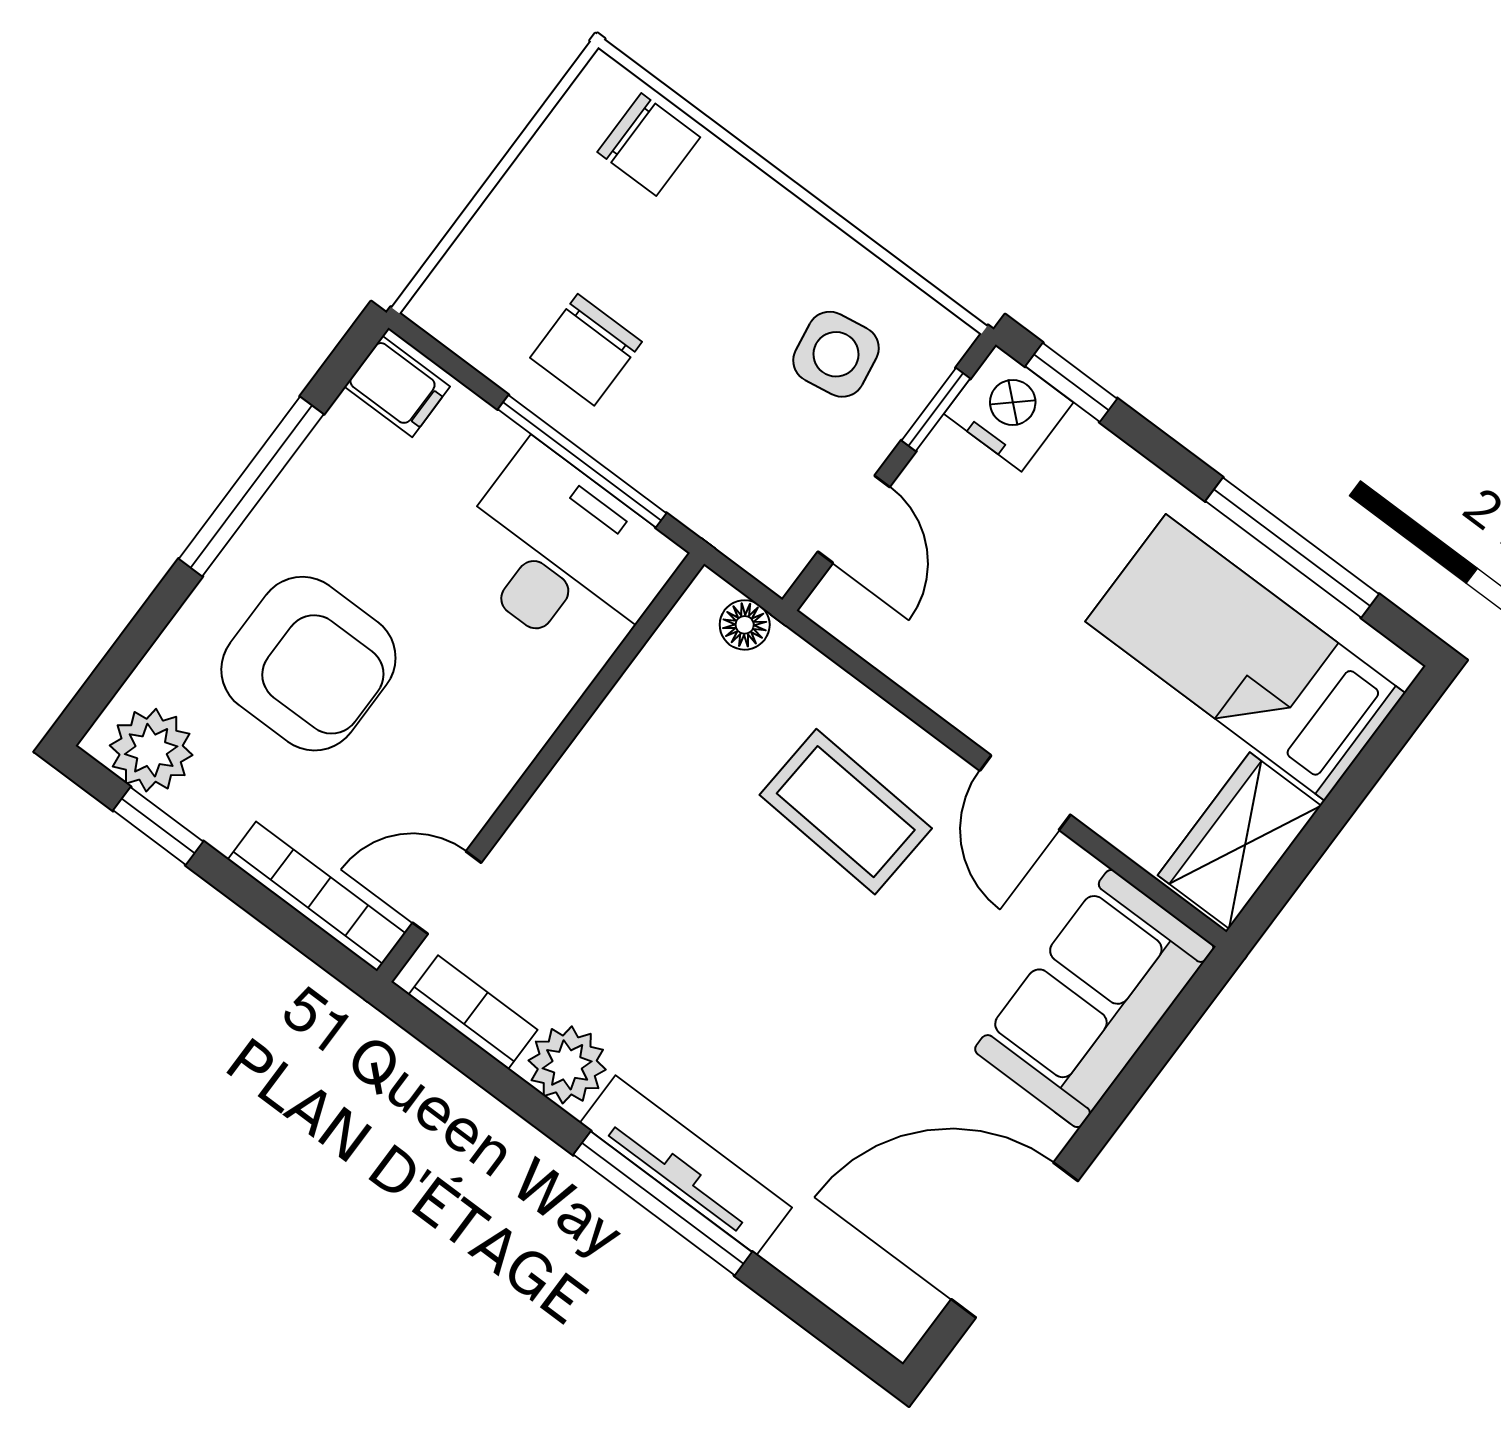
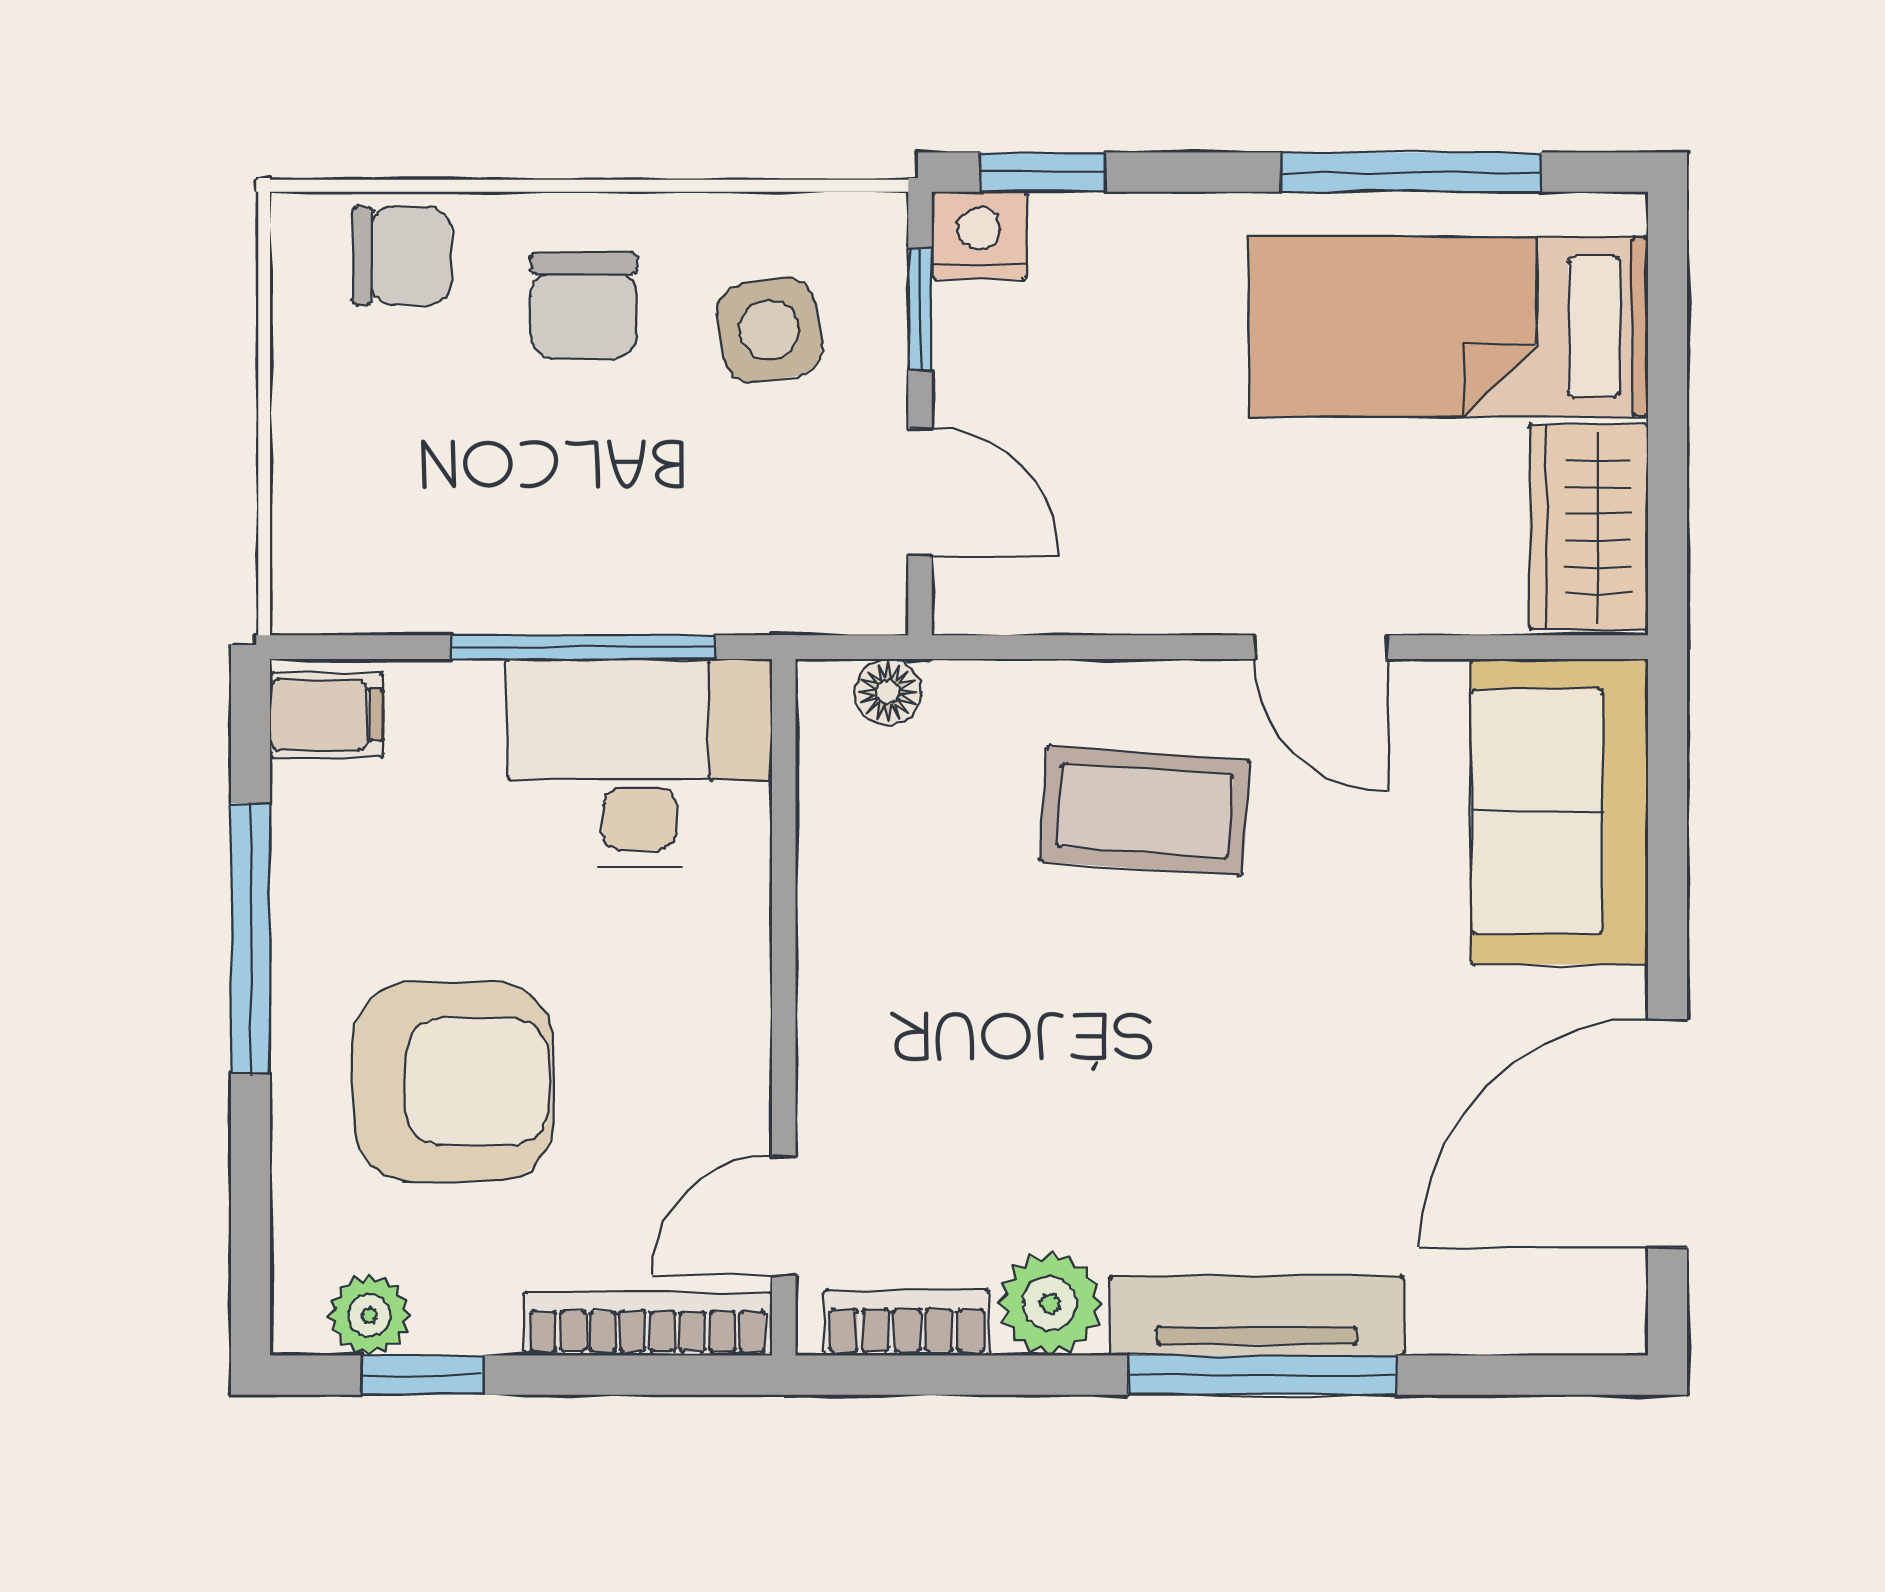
chair: (586, 350) -> (584, 306), moved
nightstand: (1009, 408) -> (979, 235), width x0.74, depth x0.75
plant: (151, 750) -> (369, 1315), width x0.73, depth x0.73

